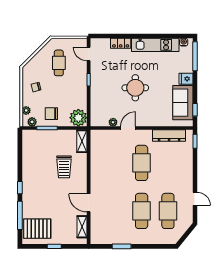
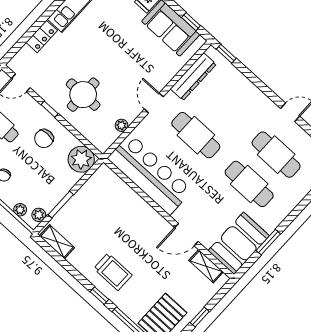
round table: (135, 88) -> (83, 95), moved
chair: (51, 114) -> (44, 139), moved
door: (128, 128) -> (154, 103), moved
shelving: (82, 141) -> (57, 242), moved
bar counter: (102, 158) -> (150, 174), added
trolley: (64, 167) -> (113, 272), moved
booth: (108, 232) -> (239, 243), added

